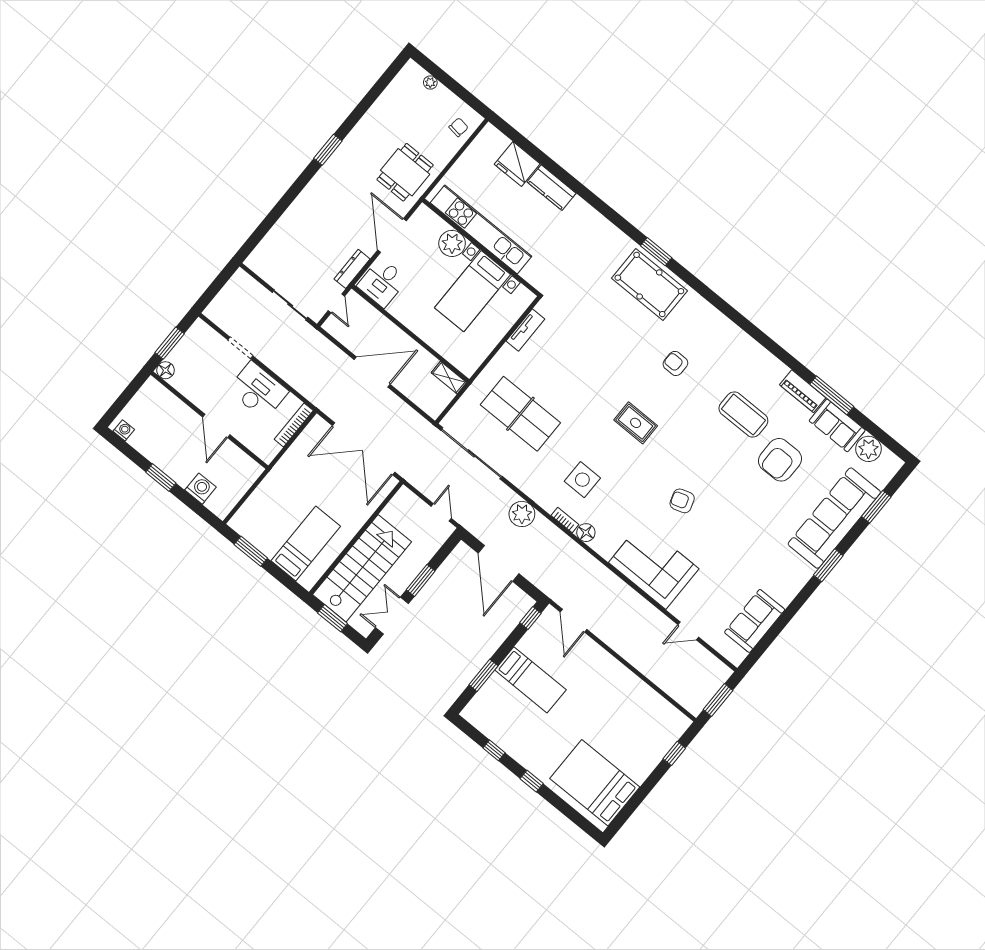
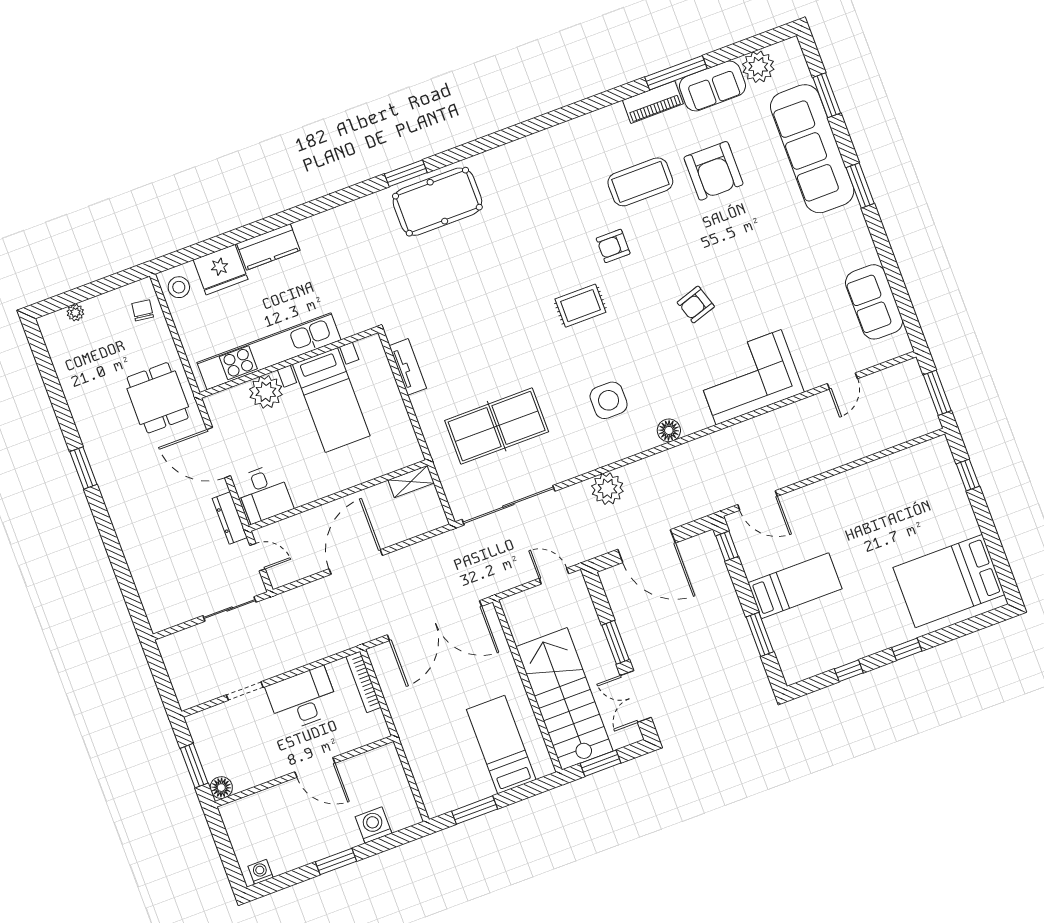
stool: (489, 143) -> (179, 287), added
armchair: (675, 363) -> (613, 246), moved
bookcase: (565, 520) -> (642, 445), removed

